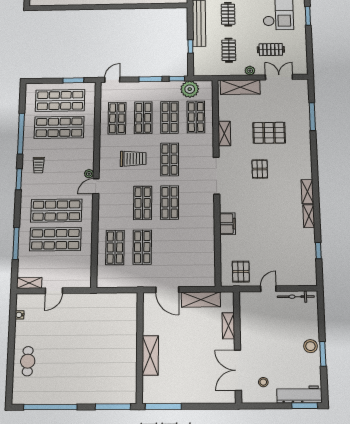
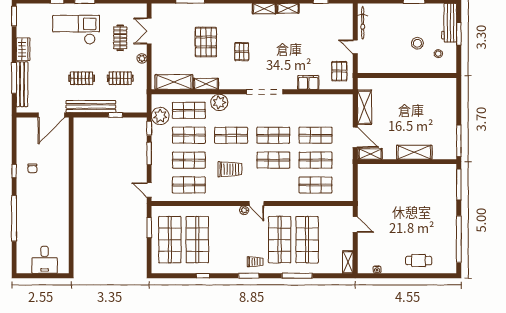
shelving: (240, 87) -> (174, 82), moved, turned 90
window: (21, 134) -> (203, 276), width x0.32
plant: (205, 147) -> (219, 102), added
trolley: (133, 159) -> (230, 169), turned 90
trolley: (39, 165) -> (255, 262), moved
pallet: (260, 169) -> (242, 52), turned 90
doorway: (216, 176) -> (265, 92), moved
filing cabinet: (227, 224) -> (308, 82), moved
window: (16, 243) -> (297, 276), moved
shop shelf: (170, 247) -> (316, 135), added
pallet: (241, 272) -> (339, 71), turned 90
door: (167, 290) -> (355, 137), hinge flipped
door: (54, 291) -> (355, 225), moved
shelving: (228, 326) -> (370, 154), moved
stool: (310, 346) -> (417, 43), moved
double door: (238, 370) -> (428, 75), removed
window: (305, 406) -> (459, 34), moved

